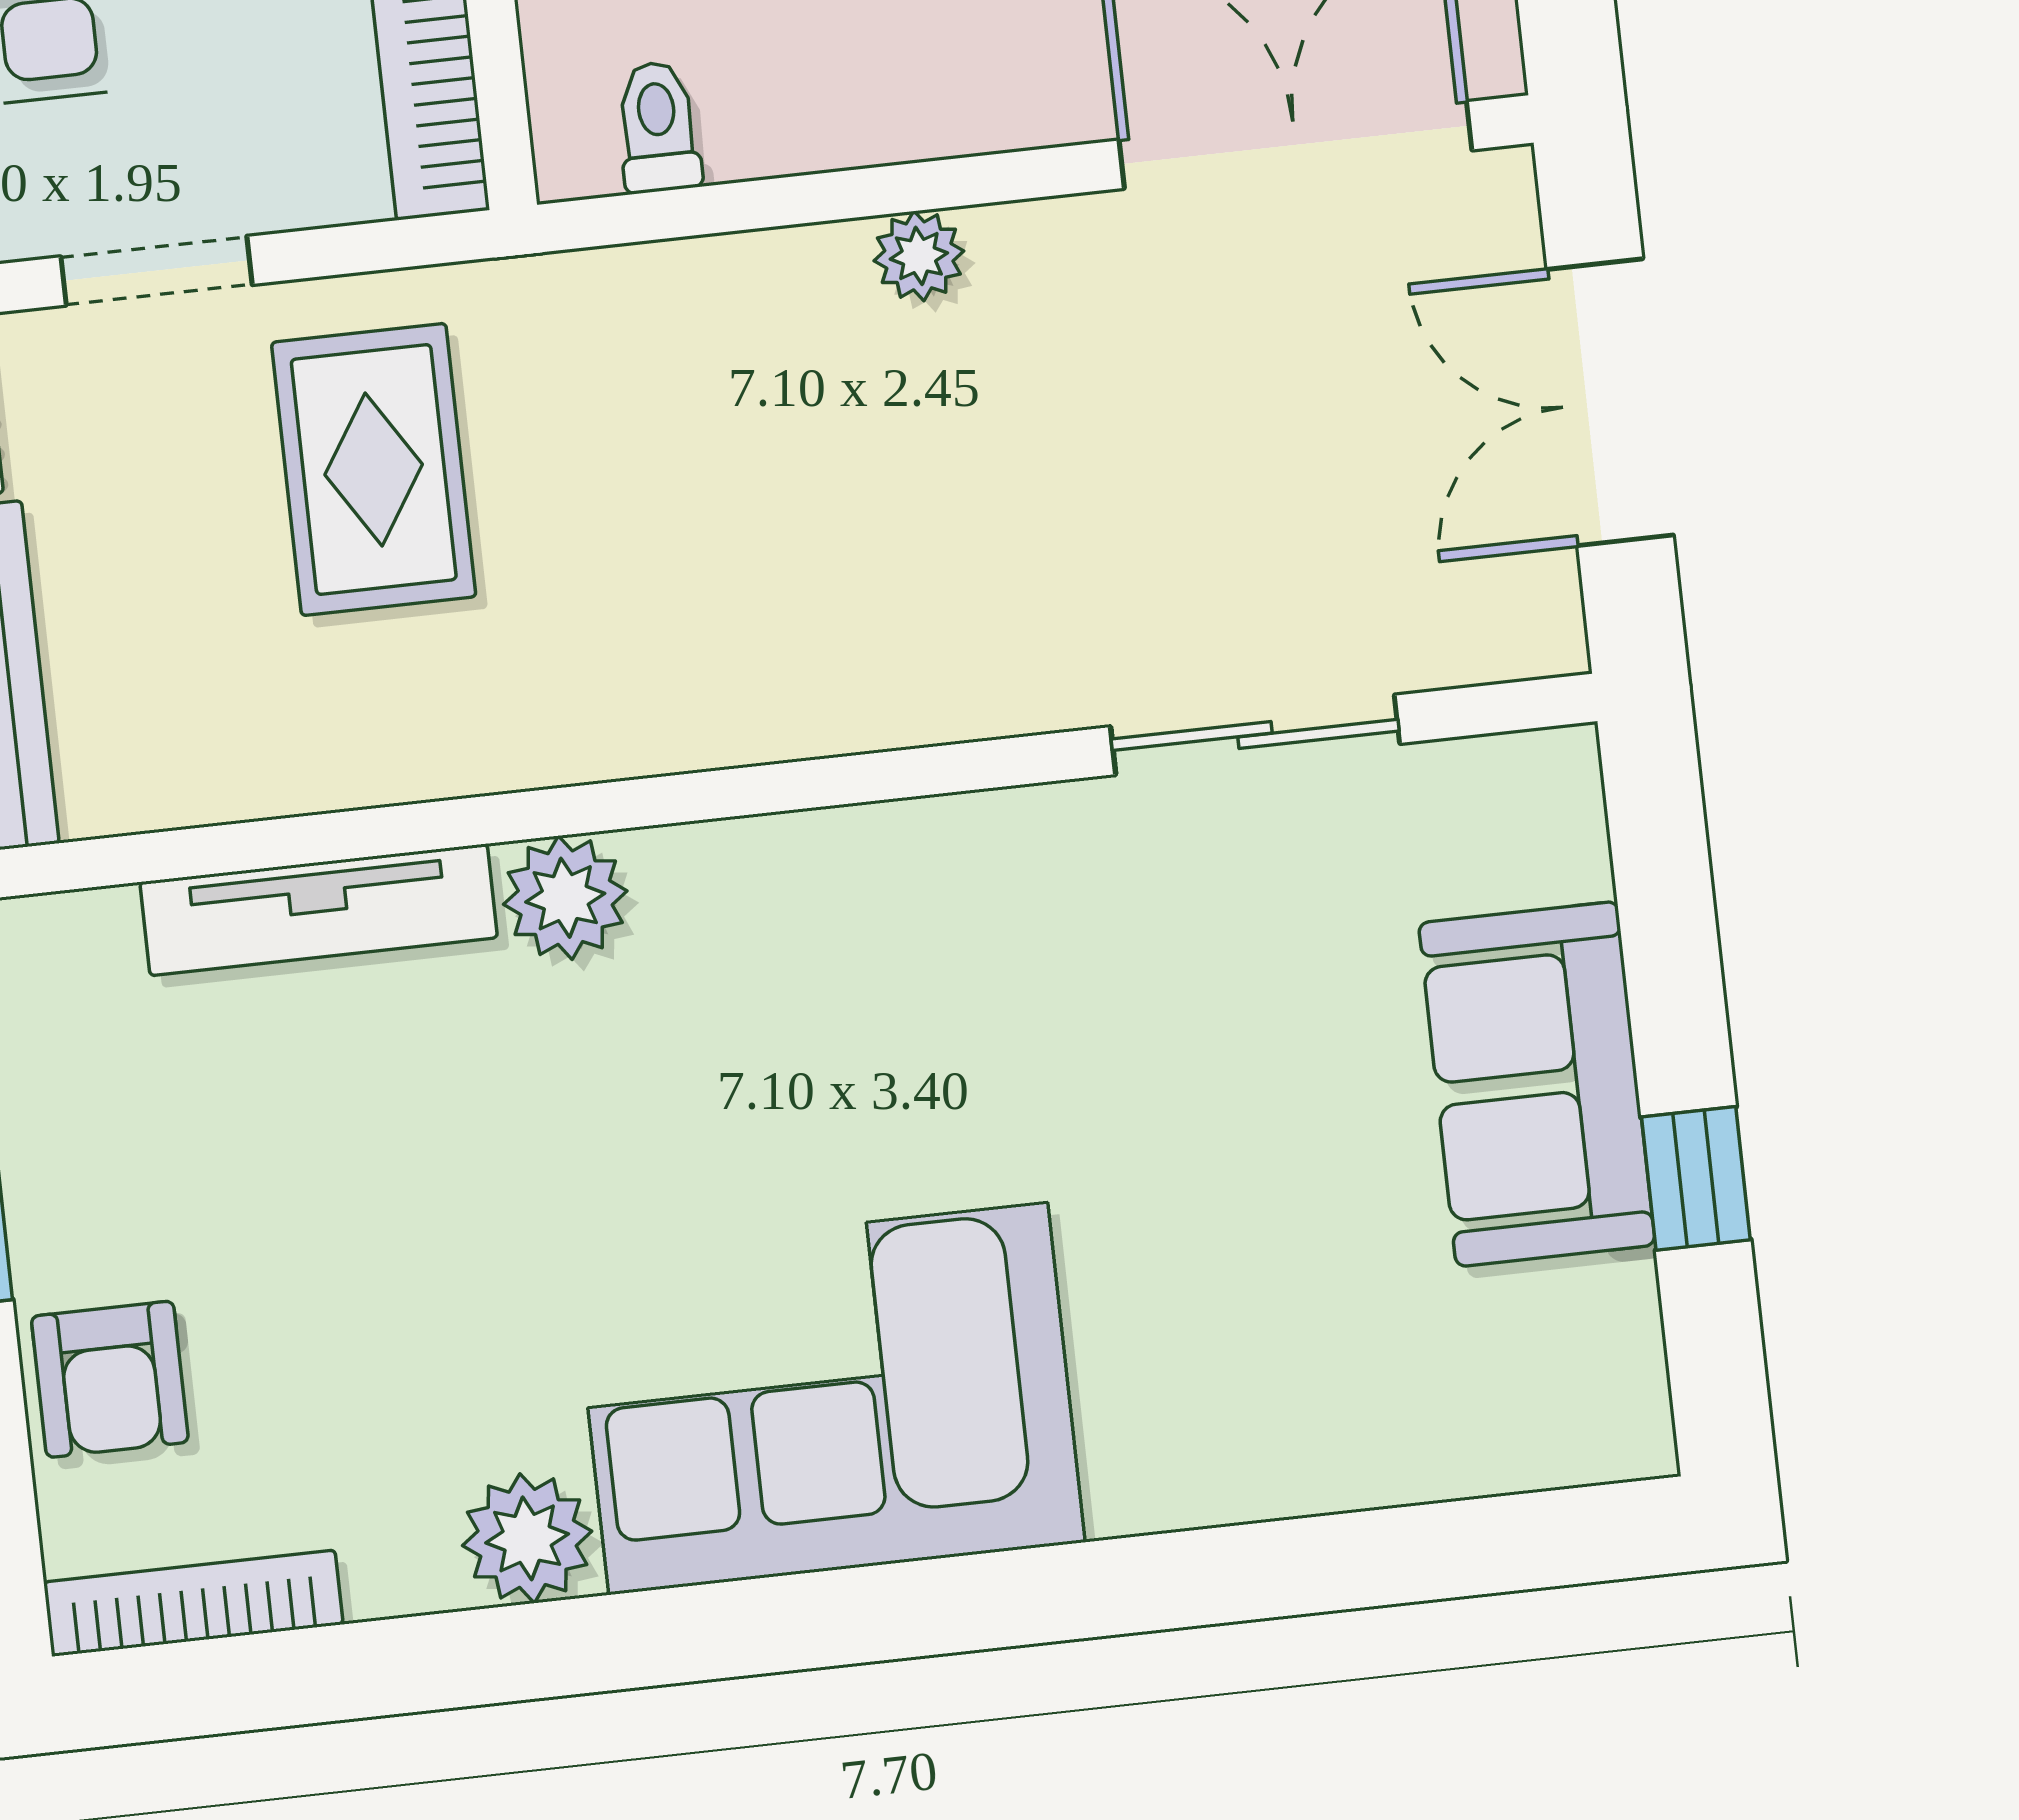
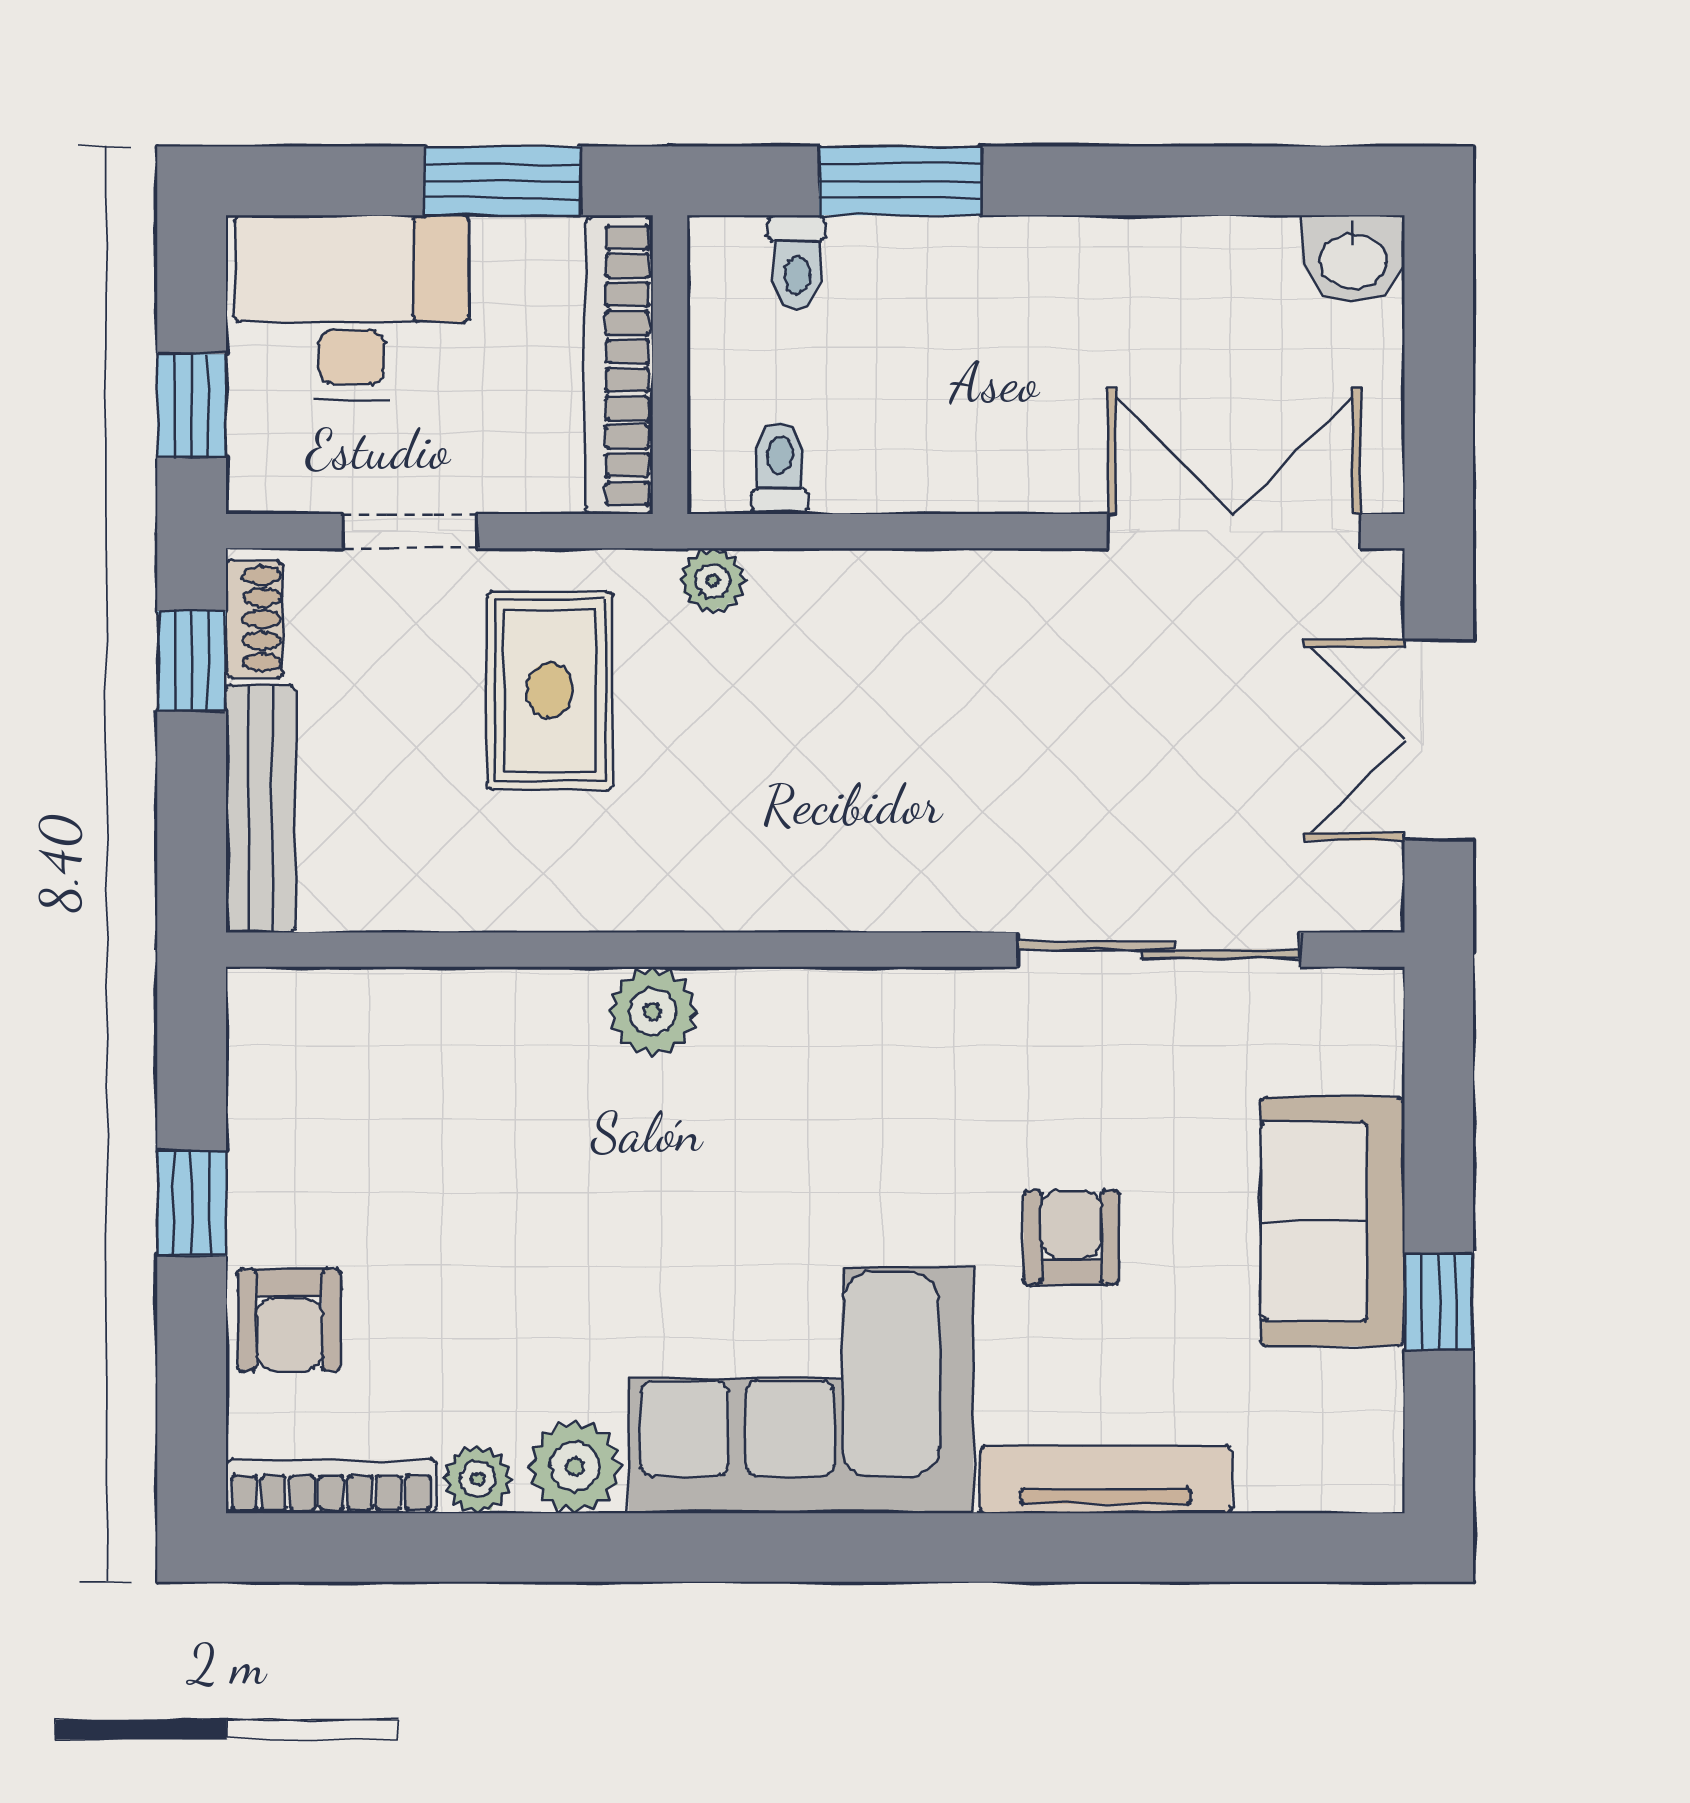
plant: (919, 256) -> (713, 581), moved
sliding door: (1255, 735) -> (1159, 950), width x1.37
tv unit: (319, 910) -> (1106, 1479), moved, turned 180
armchair: (1178, 1146) -> (1071, 1238), added
plant: (395, 1571) -> (478, 1479), added

